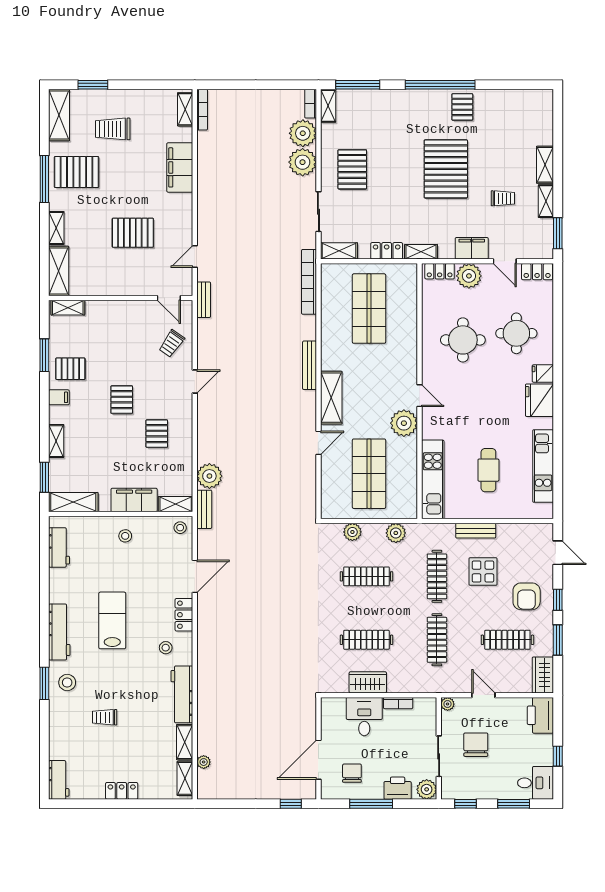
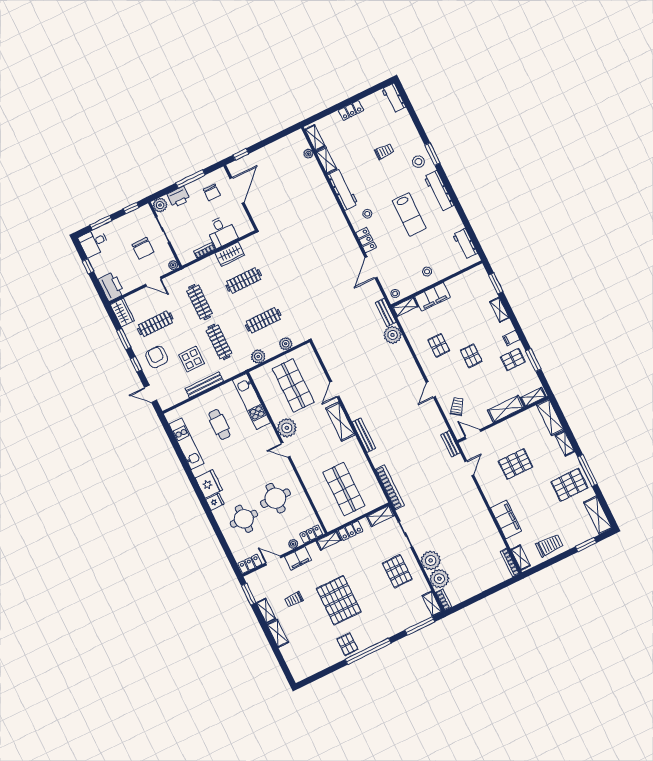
trolley: (113, 129) -> (549, 545), moved
plant: (469, 276) -> (293, 544), width x0.53, depth x0.53
shelving: (73, 502) -> (506, 409), moved
bench: (476, 531) -> (204, 385), width x1.36

